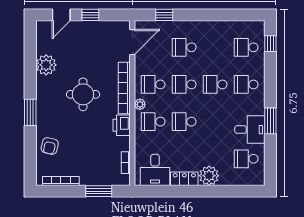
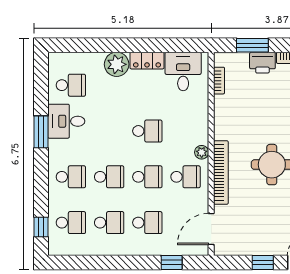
school desk: (153, 122) -> (109, 223), moved
printer: (122, 125) -> (262, 63), moved, turned 90

